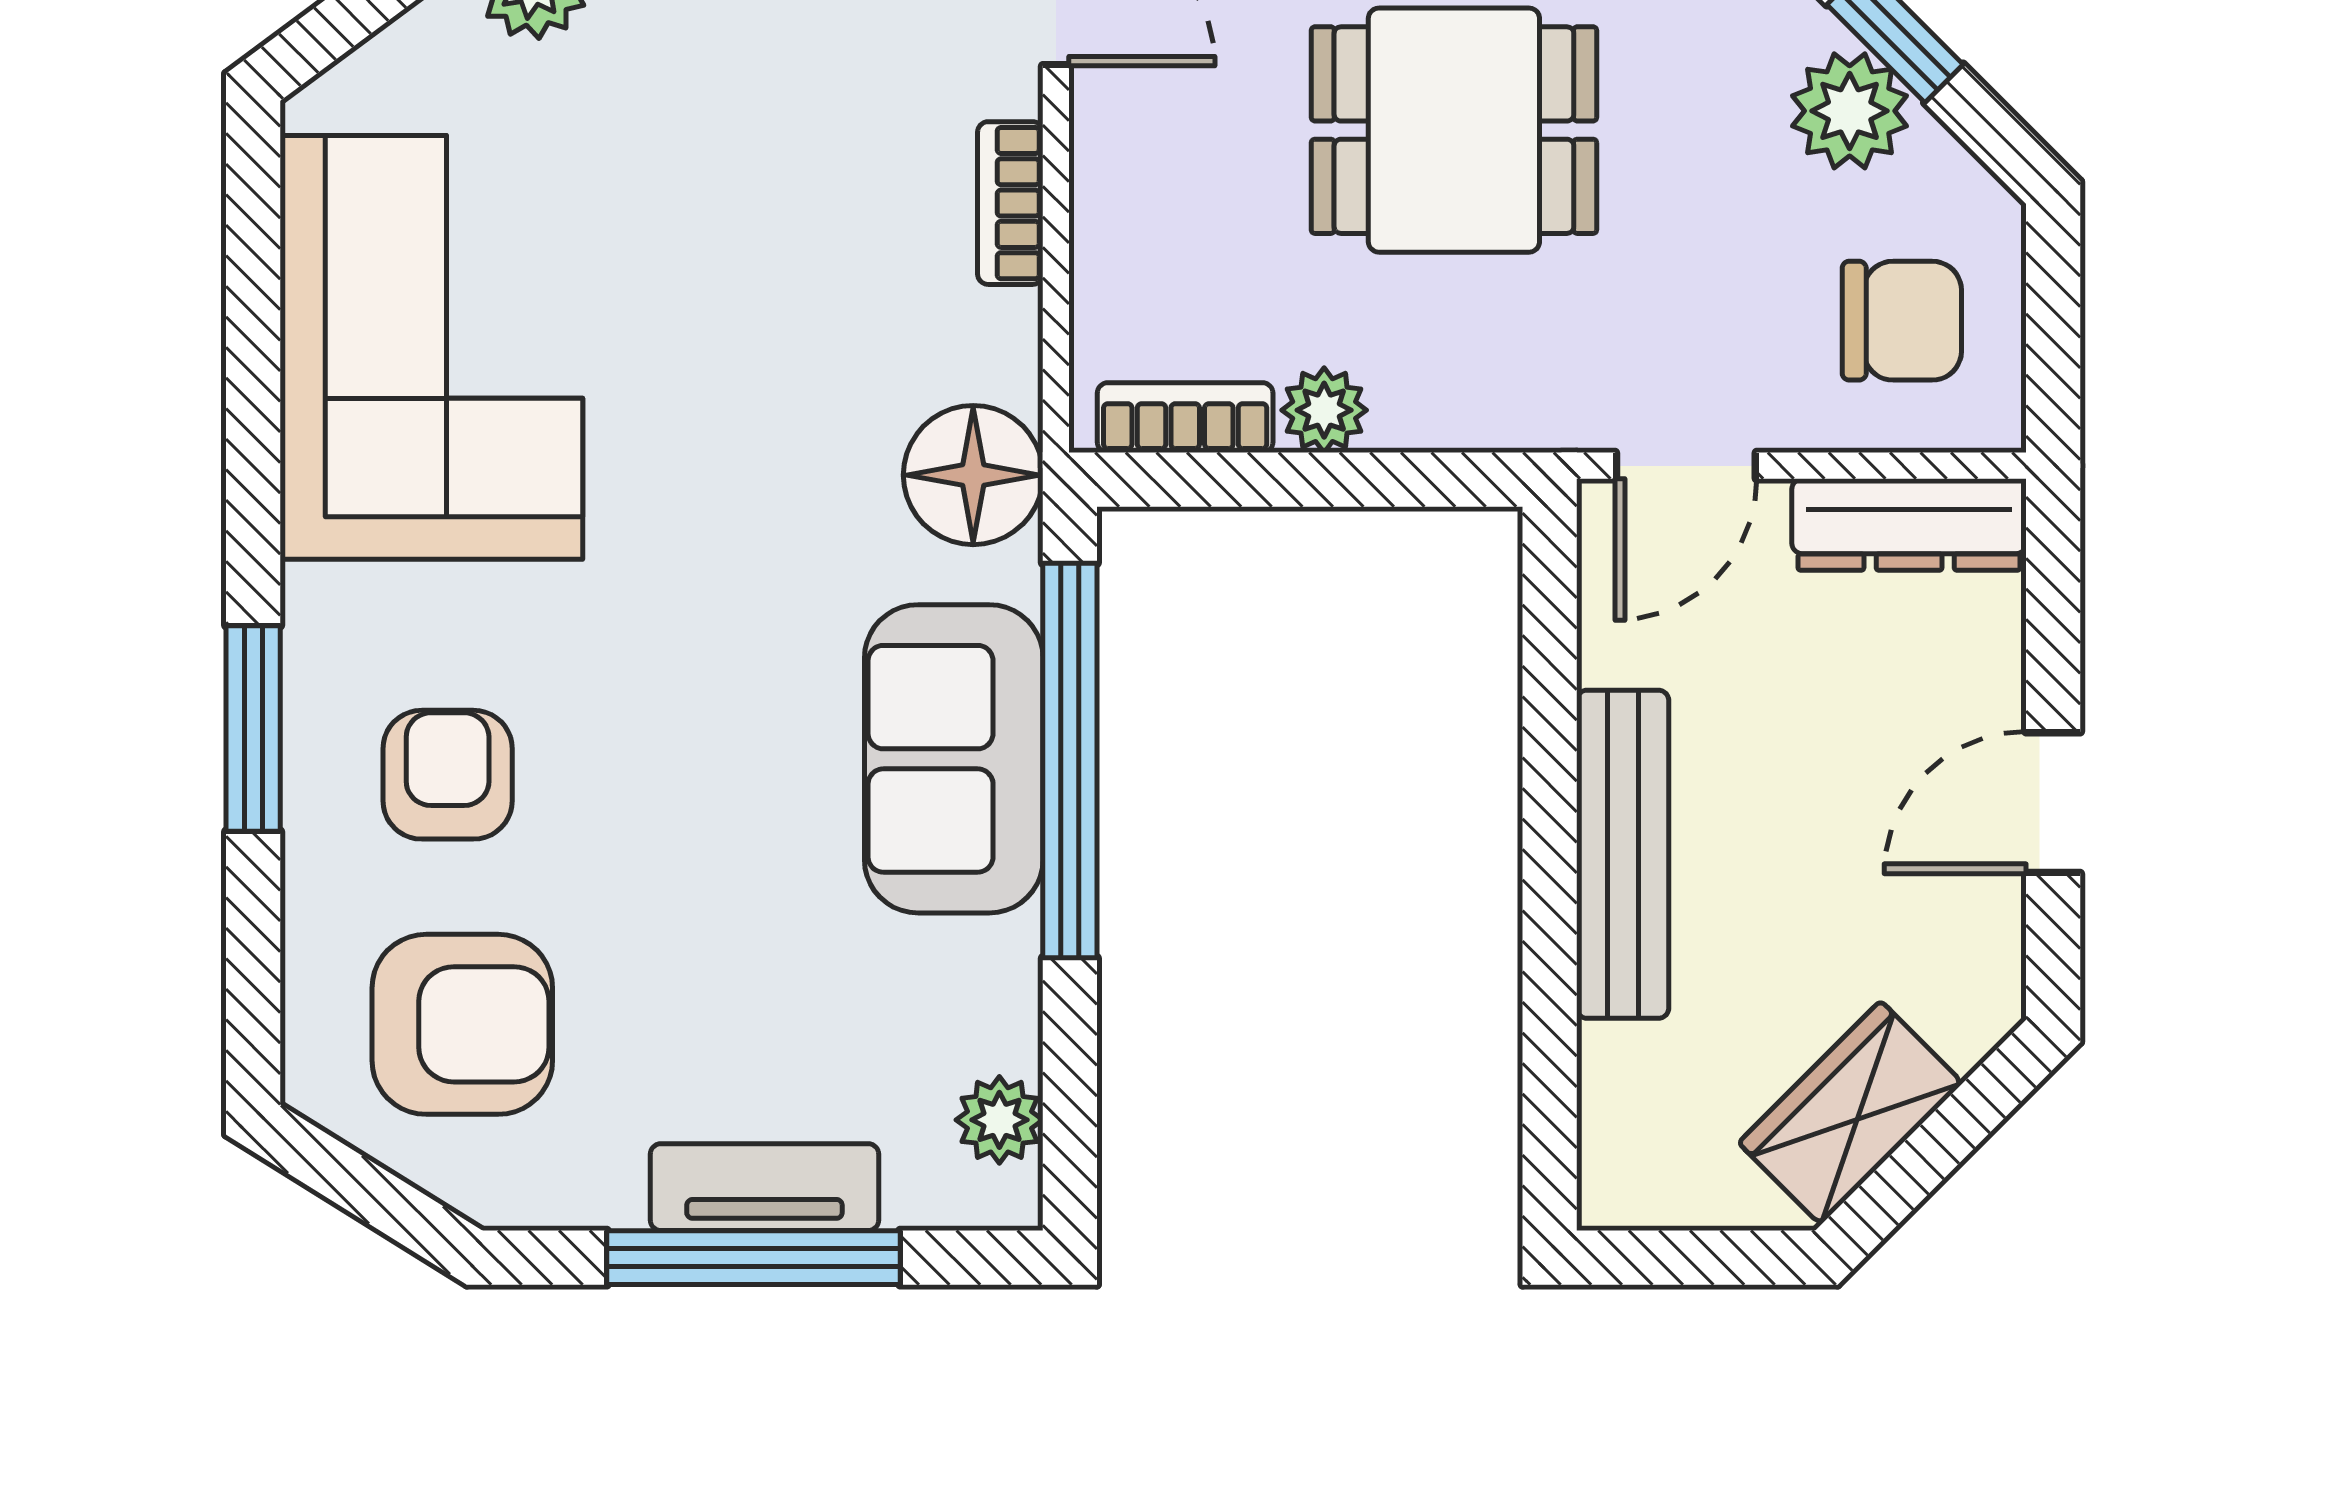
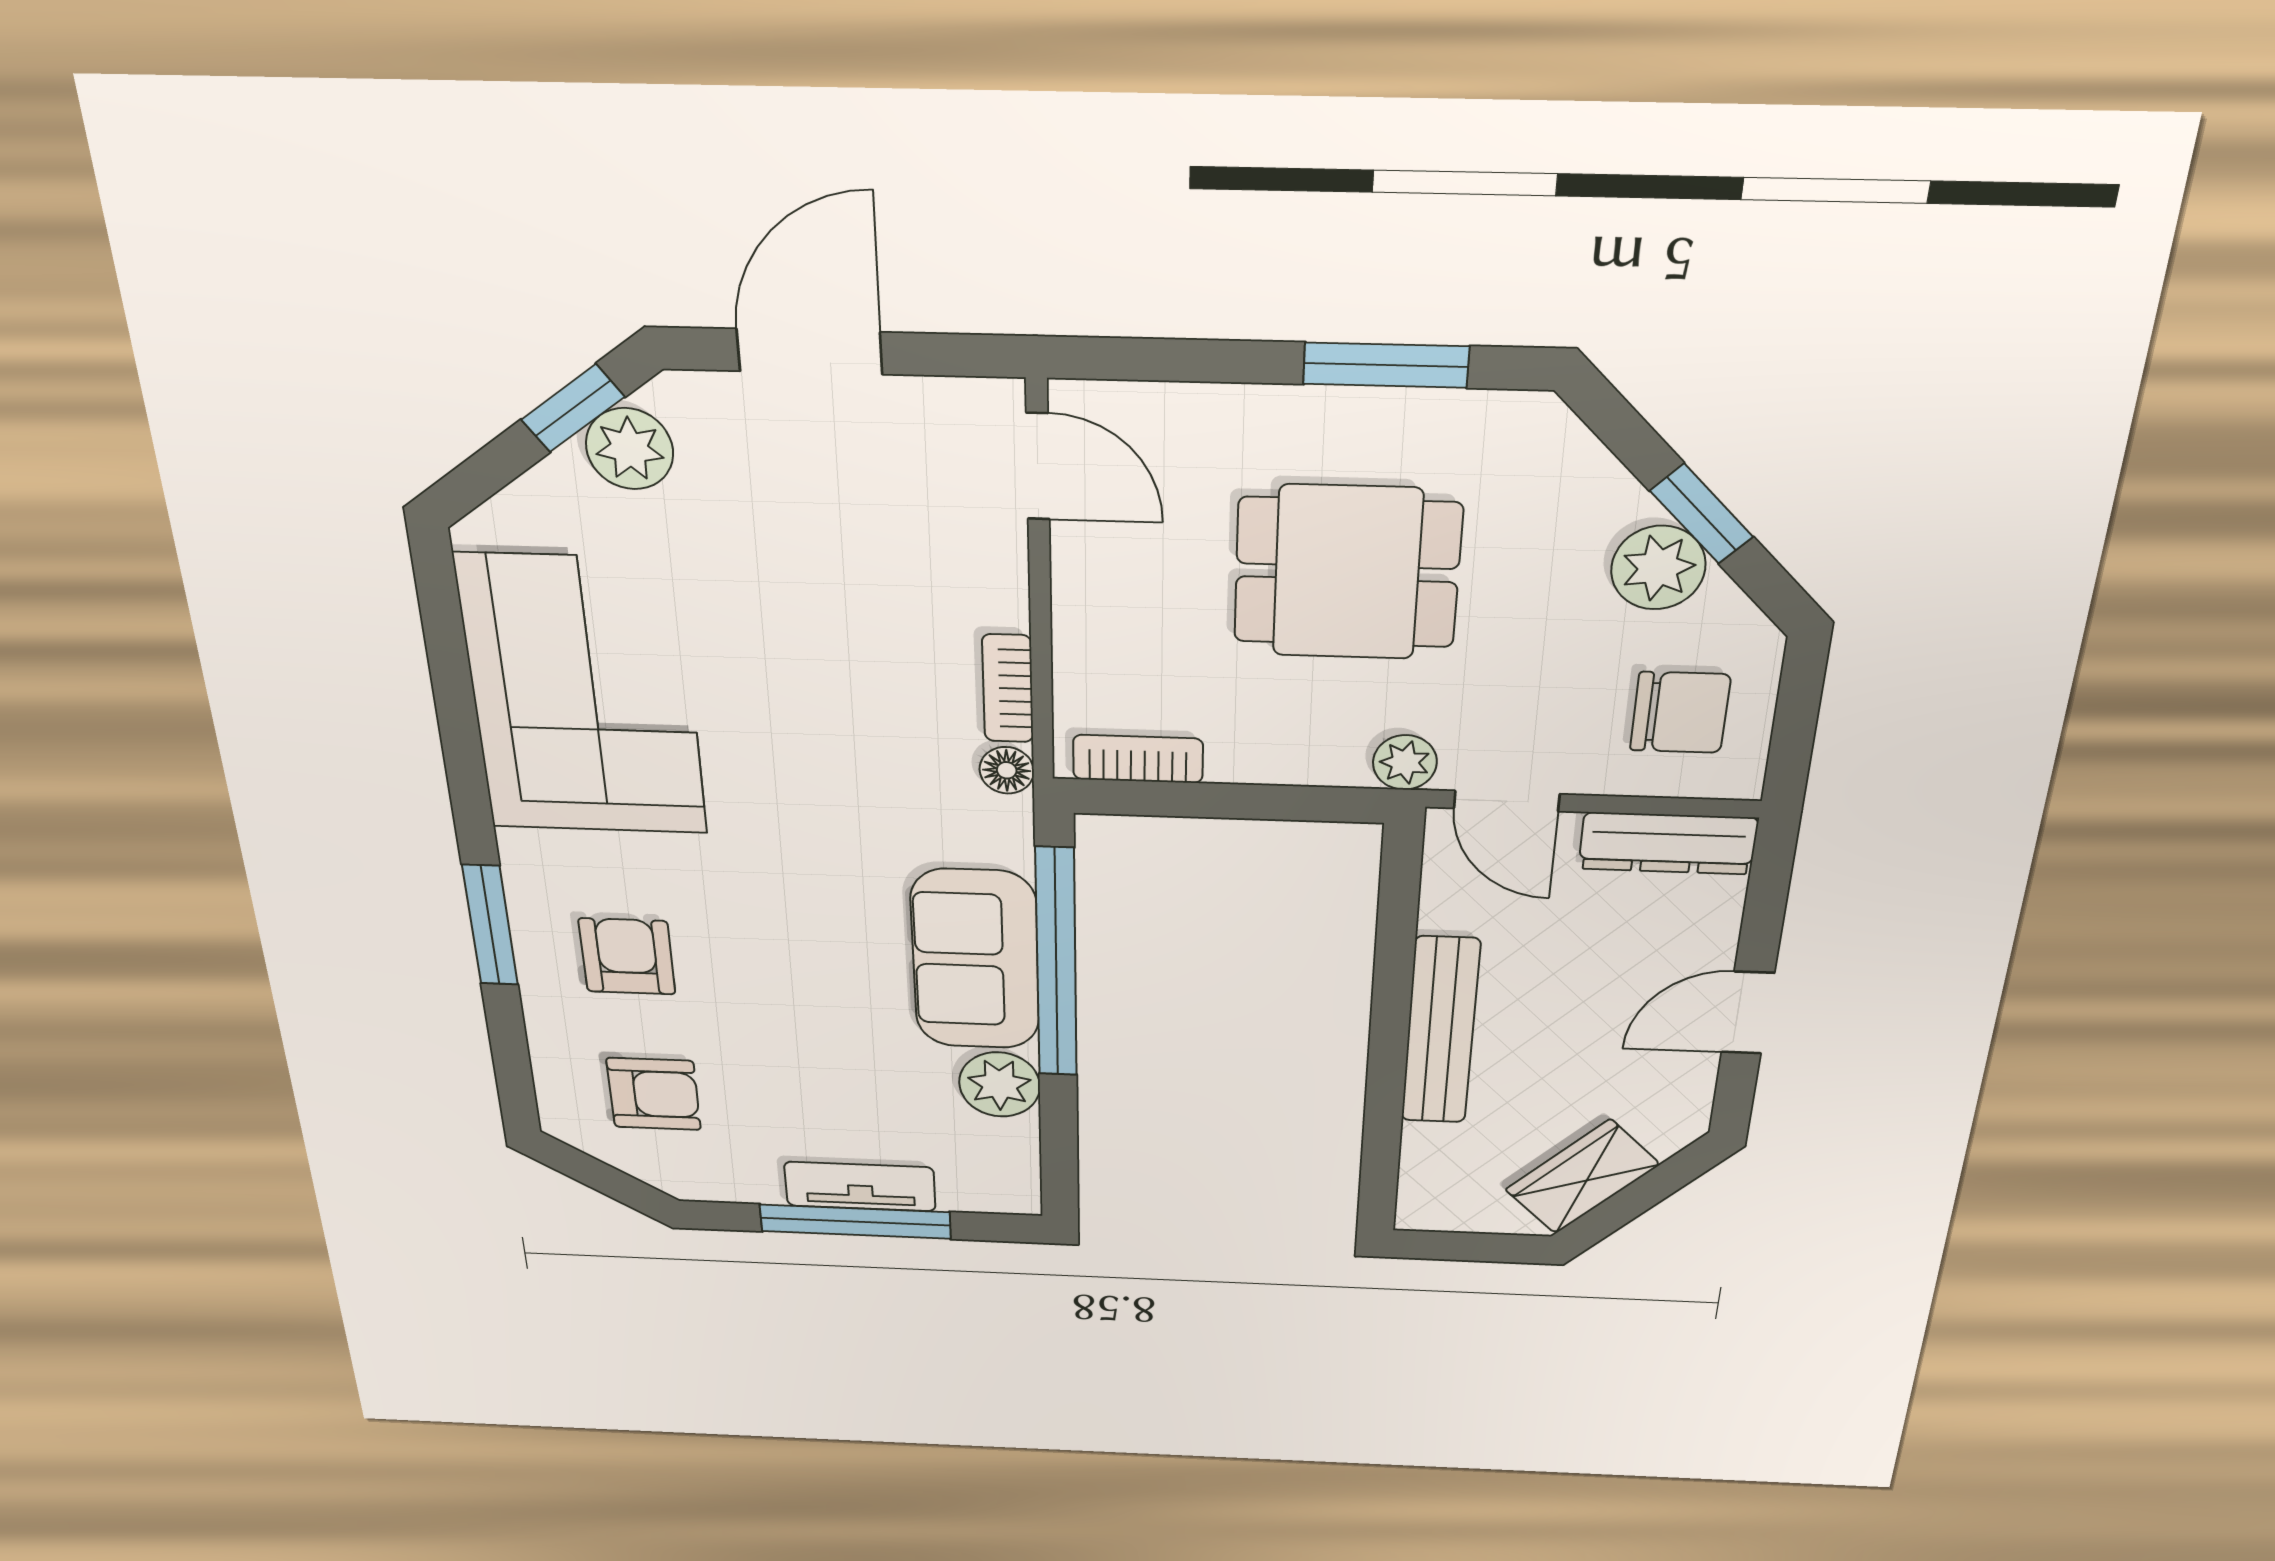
bookcase: (1010, 203) -> (1008, 688), moved
plant: (1324, 410) -> (1405, 762), moved
door: (1686, 466) -> (1507, 801), hinge flipped
floor lamp: (973, 475) -> (1007, 770), width x0.53, depth x0.53
armchair: (462, 1024) -> (654, 1094), width x0.72, depth x0.72
plant: (999, 1120) -> (1000, 1085), moved, width x1.38, depth x1.38

